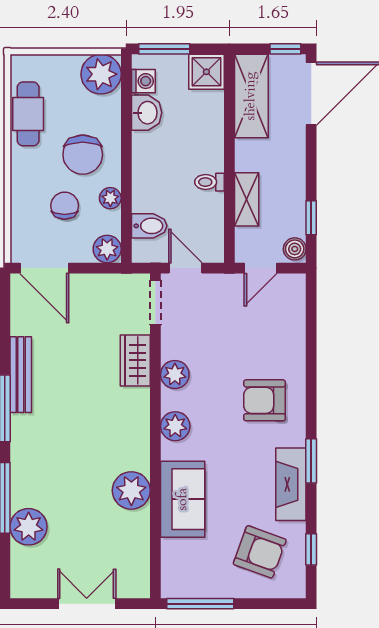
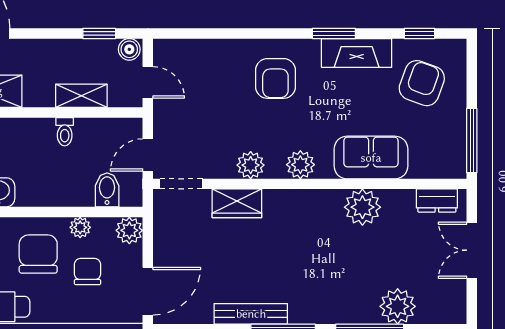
chair: (83, 155) -> (38, 254), turned -90
chair: (65, 206) -> (88, 272), turned 90
dresser: (138, 567) -> (437, 201), added

